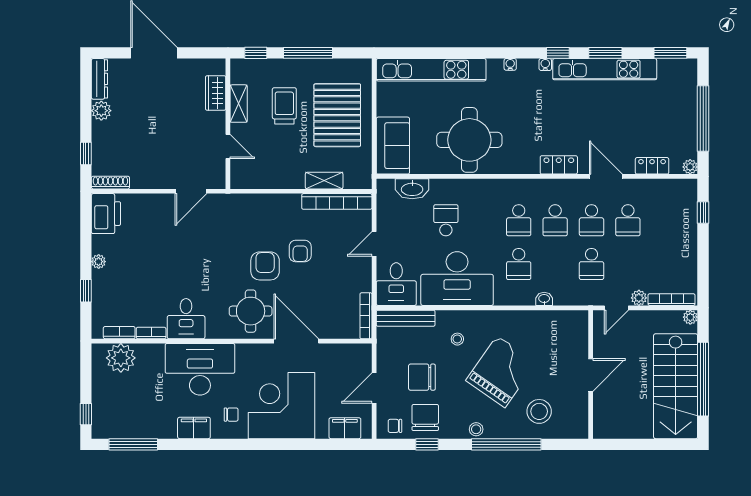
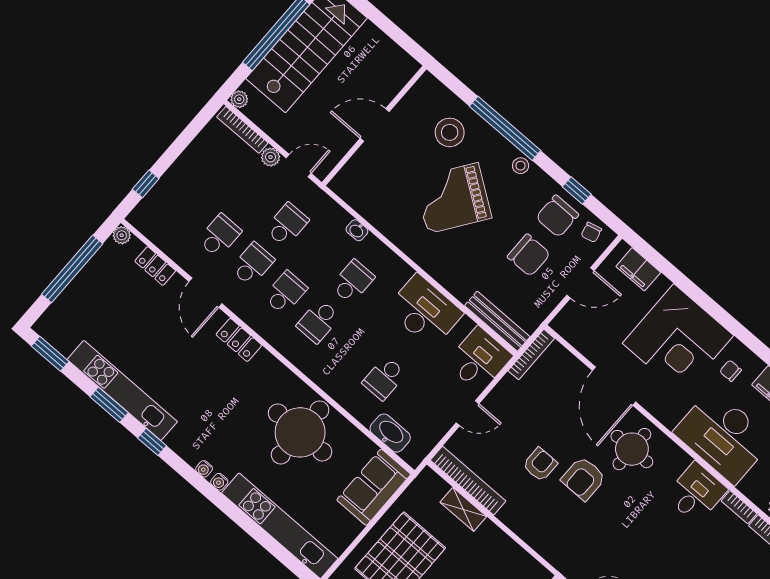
water cooler: (545, 64) -> (219, 482), moved
school desk: (519, 220) -> (318, 321), turned 180
desk: (457, 279) -> (425, 311), width x0.73, depth x0.77
stool: (457, 339) -> (467, 262), removed
chair: (395, 426) -> (591, 232), turned 76

